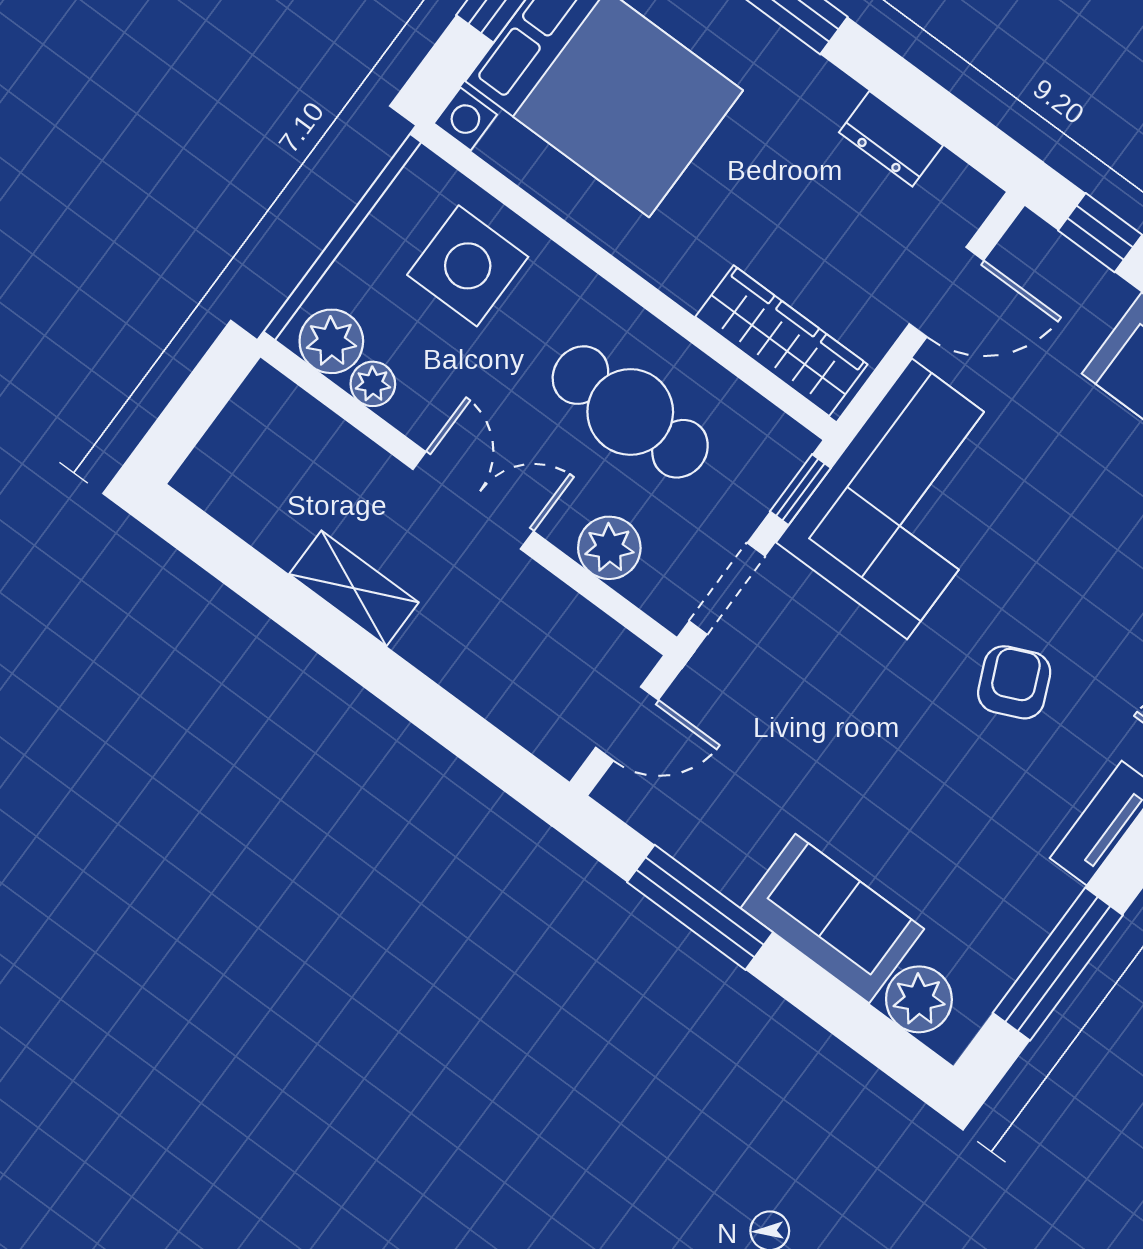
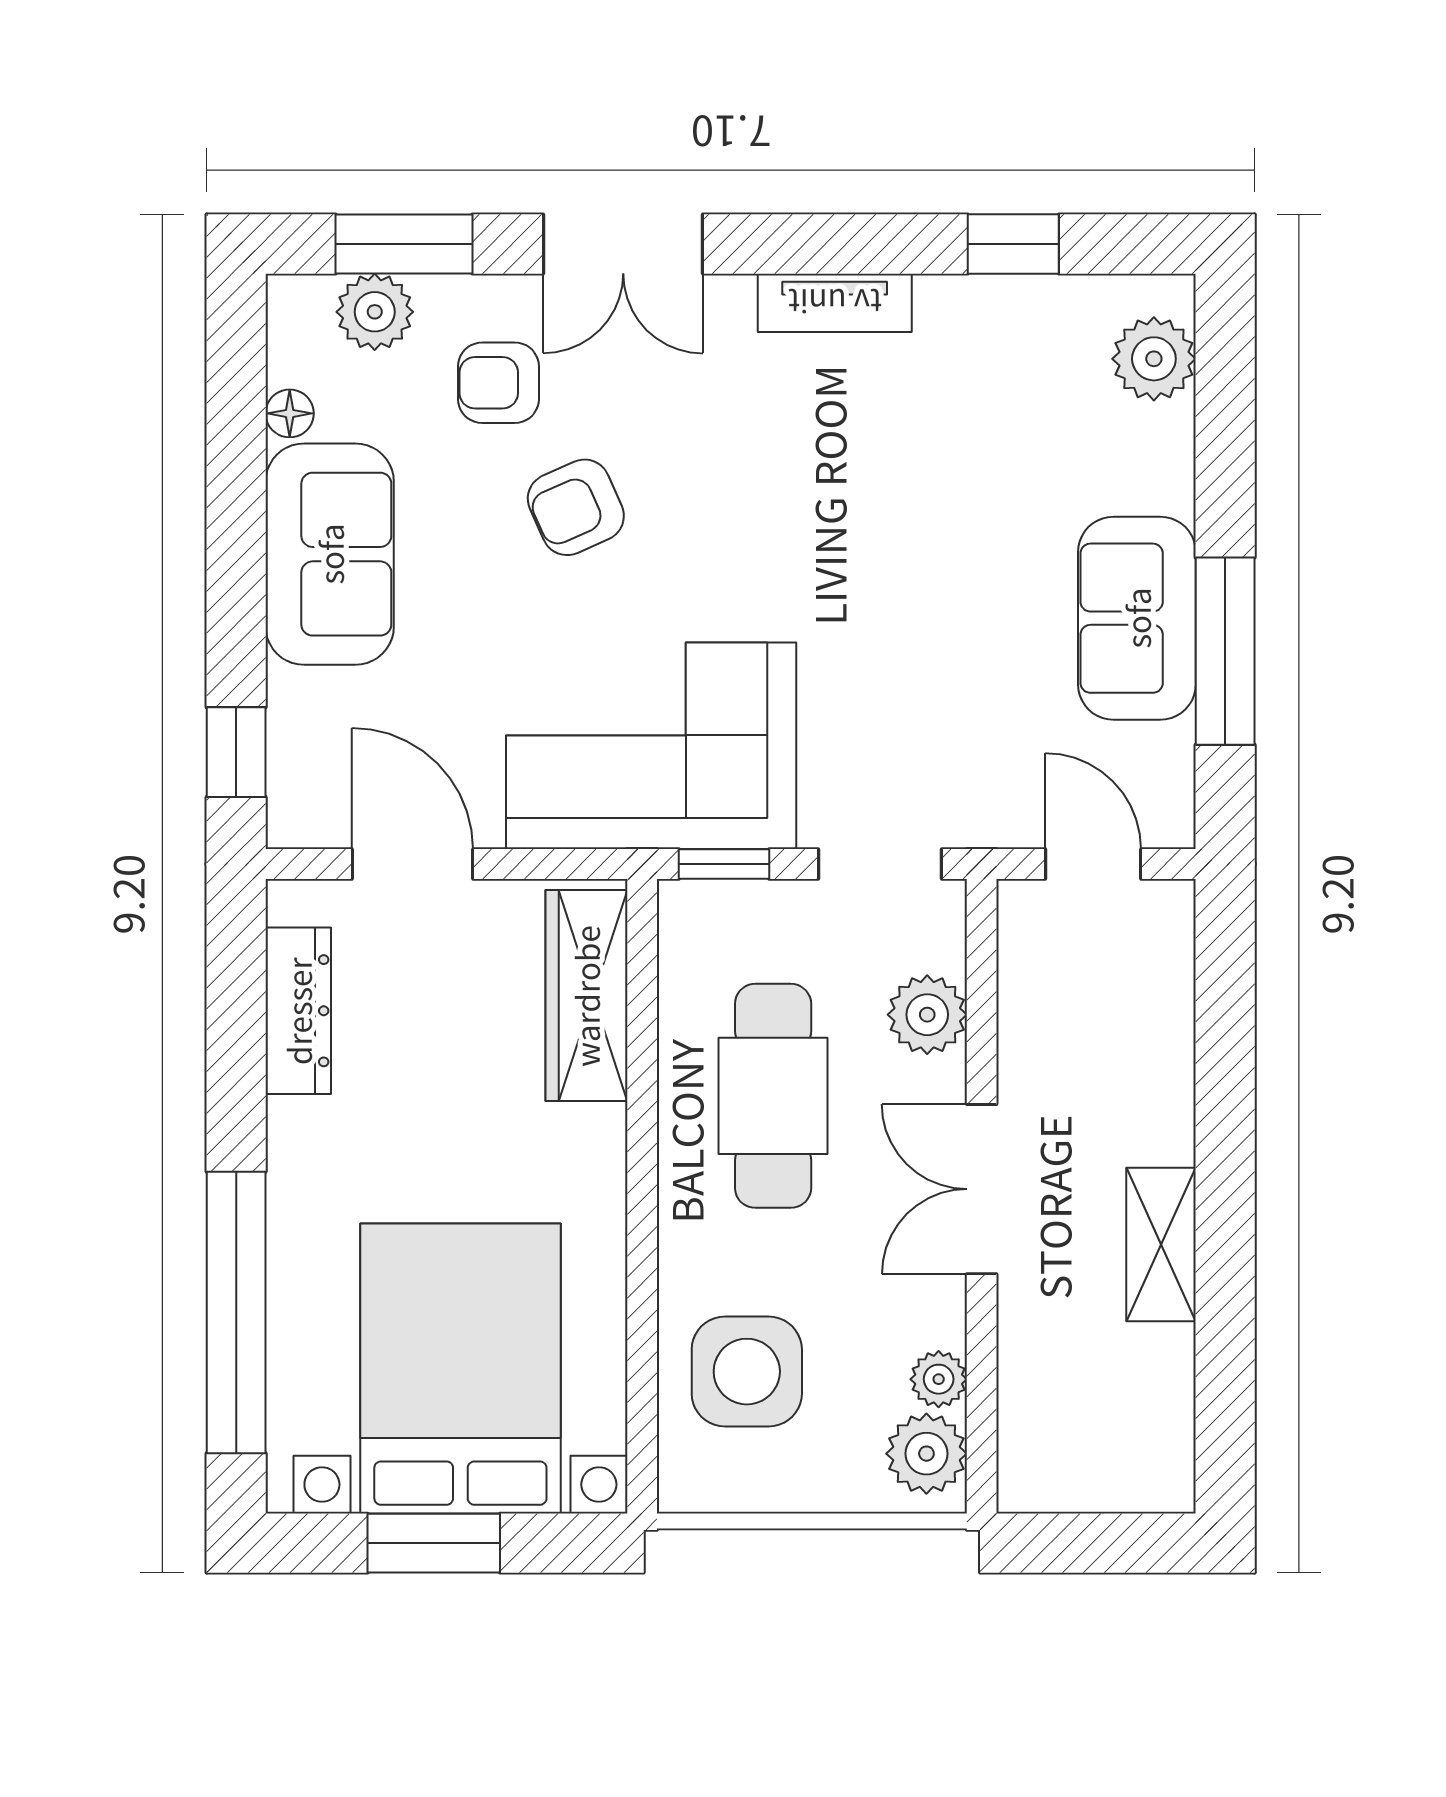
dresser: (891, 139) -> (298, 1011), width x1.44
armchair: (1014, 682) -> (576, 507), moved
sofa: (832, 919) -> (1137, 618), moved
window: (1058, 964) -> (1013, 244), width x0.46

